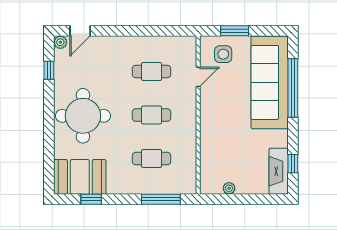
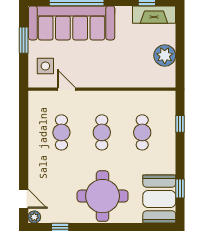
window: (235, 31) -> (24, 40), moved
plant: (229, 188) -> (165, 55), width x1.88, depth x1.88
window: (161, 199) -> (180, 124), width x0.46

